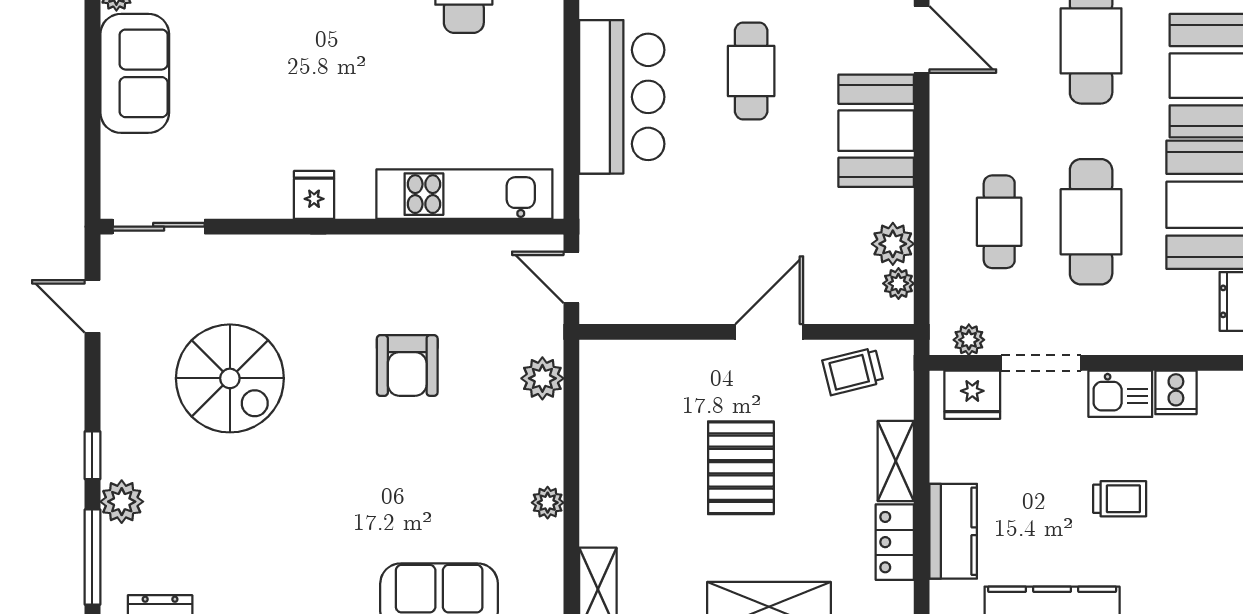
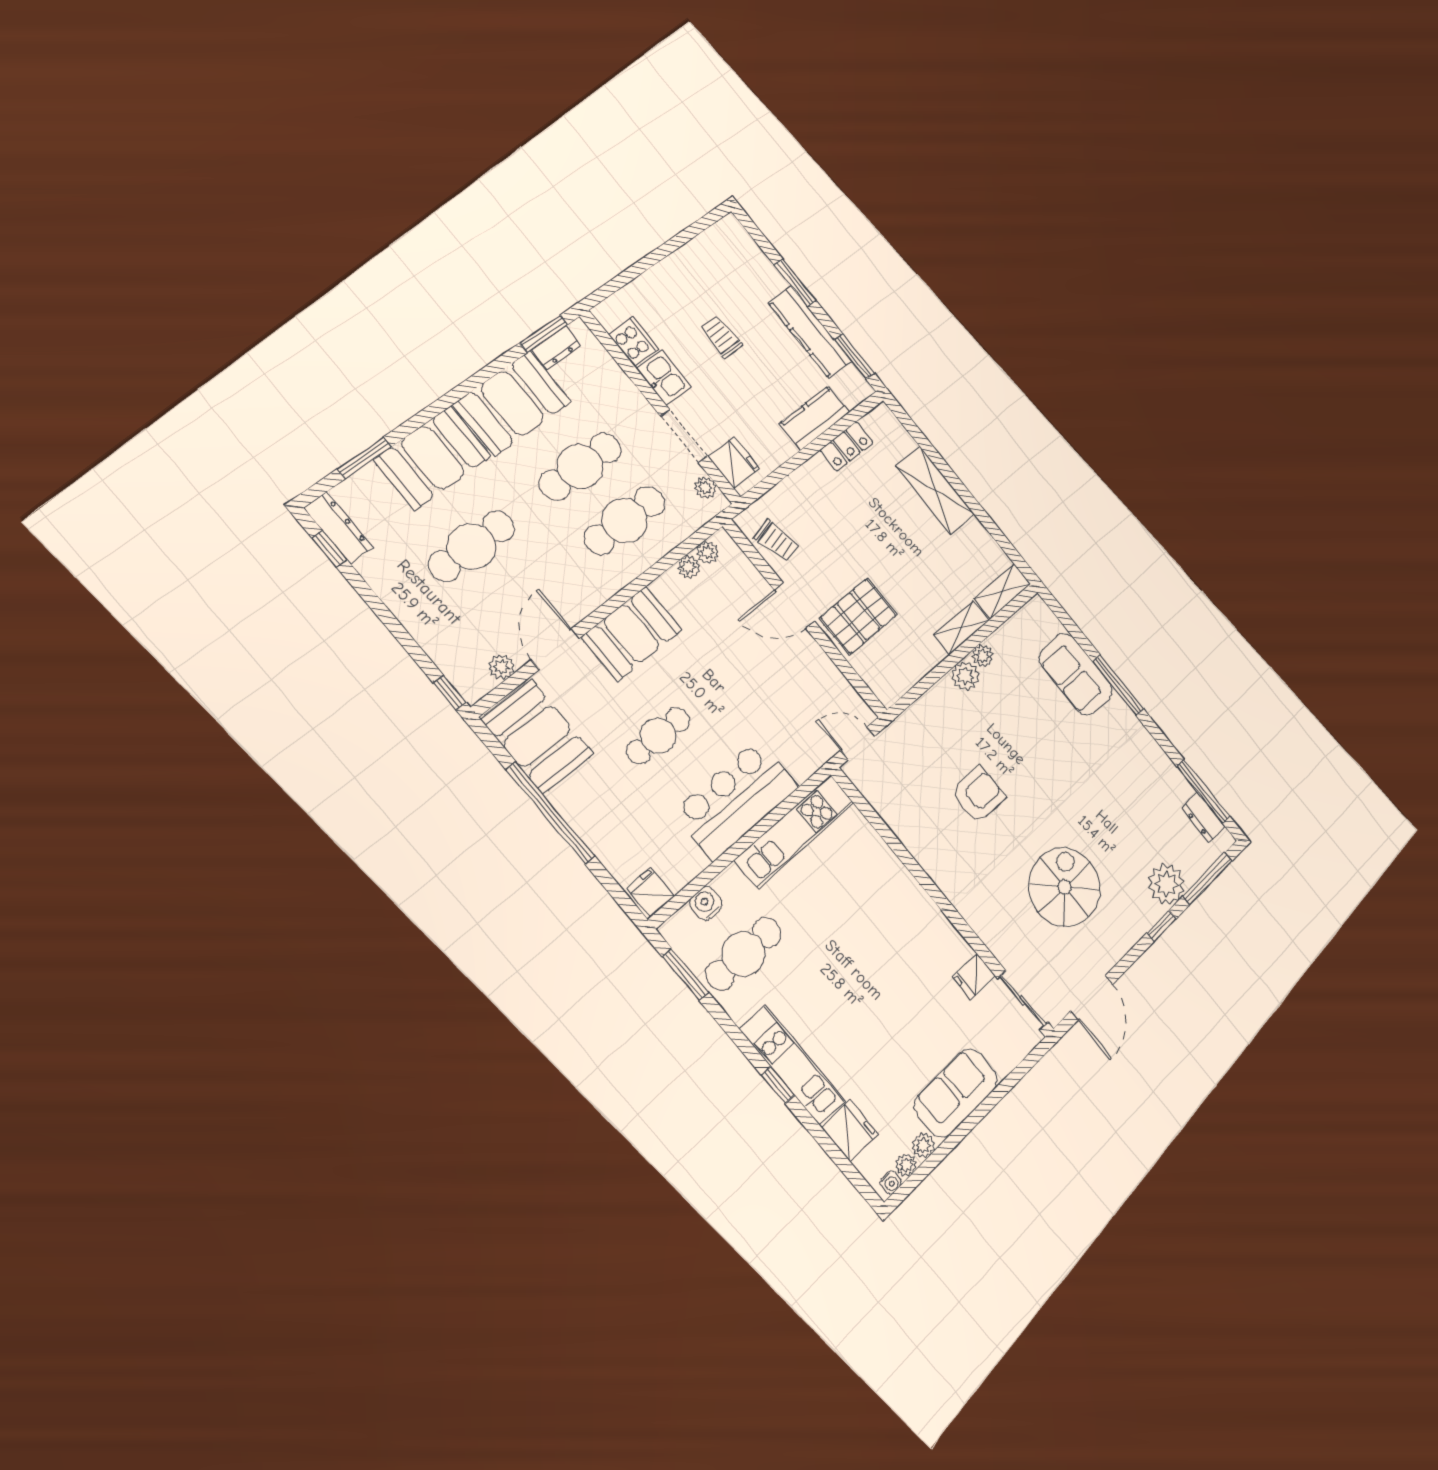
kitchen unit: (464, 194) -> (795, 831), moved, turned -90
fridge: (314, 195) -> (974, 976), moved
cafe table: (999, 222) -> (625, 520), width x1.37, depth x1.35
plant: (893, 244) -> (689, 567), width x0.73, depth x0.73
door: (571, 277) -> (858, 743), swing flipped
door: (92, 306) -> (1092, 998), width x1.38
plant: (542, 378) -> (965, 676), moved
cooker: (1176, 392) -> (633, 342), width x1.36
shelving: (896, 461) -> (961, 628), moved
pallet: (741, 468) -> (858, 616), moved
plant: (122, 502) -> (1166, 884), width x1.36, depth x1.36

